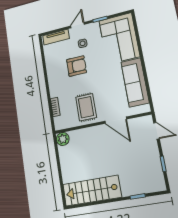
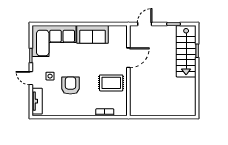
sofa: (135, 82) -> (92, 34), width x0.73
plant: (63, 139) -> (136, 110), removed
stairs: (92, 191) -> (186, 51), moved

